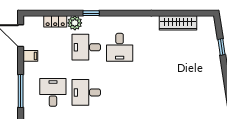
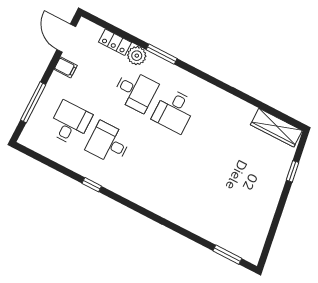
window: (91, 13) -> (162, 54), width x1.50
wardrobe: (178, 23) -> (276, 128), moved
desk: (86, 47) -> (135, 91), turned 180

